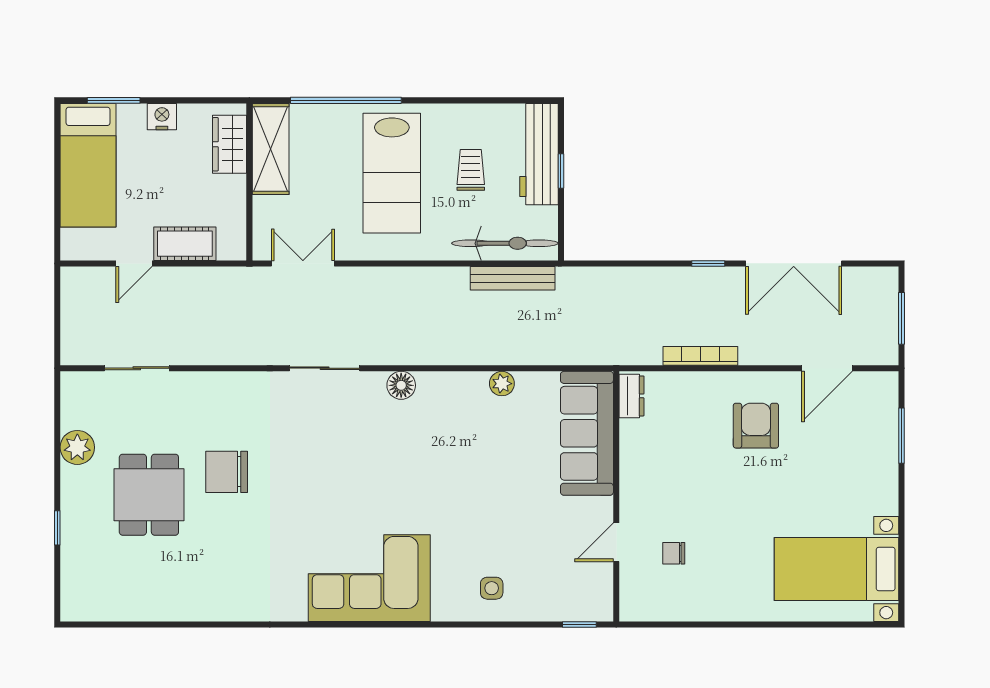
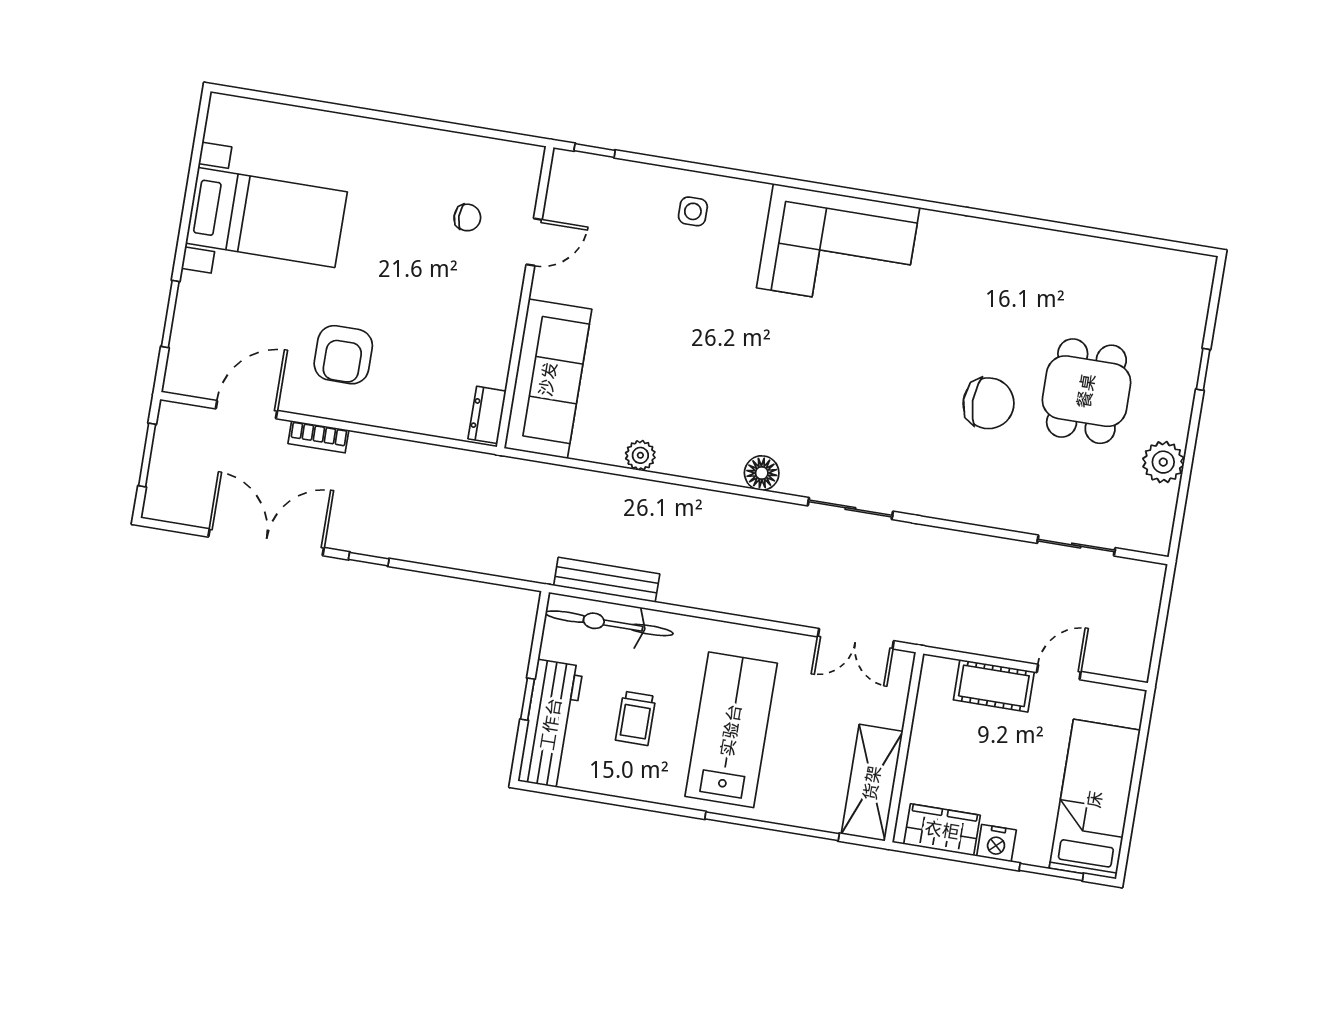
wardrobe: (230, 144) -> (942, 830), moved, turned -90
bookcase: (700, 356) -> (318, 437), moved, width x0.64
bed with nightstands: (836, 569) -> (266, 217), moved

